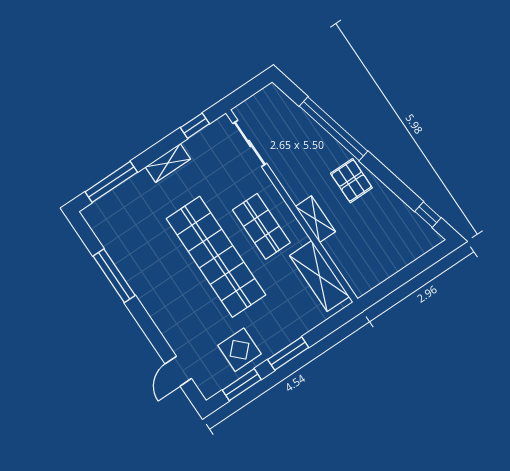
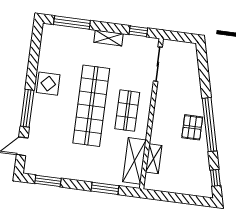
window: (334, 129) -> (210, 125), moved
shelving: (315, 219) -> (154, 159), moved
window: (114, 276) -> (27, 108), moved
display table: (239, 350) -> (48, 84), moved
window: (288, 354) -> (105, 188), moved

